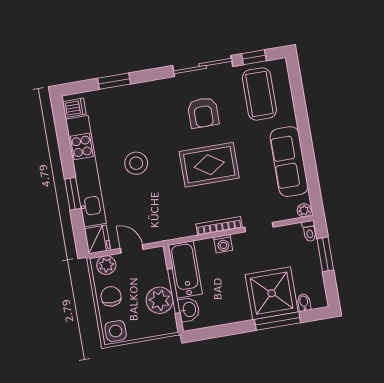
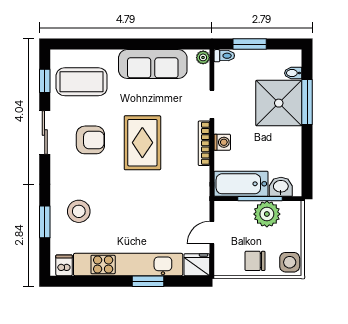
sliding door: (203, 66) -> (45, 133), width x0.73
stool: (136, 163) -> (79, 211), moved
plant: (106, 265) -> (223, 260), removed

